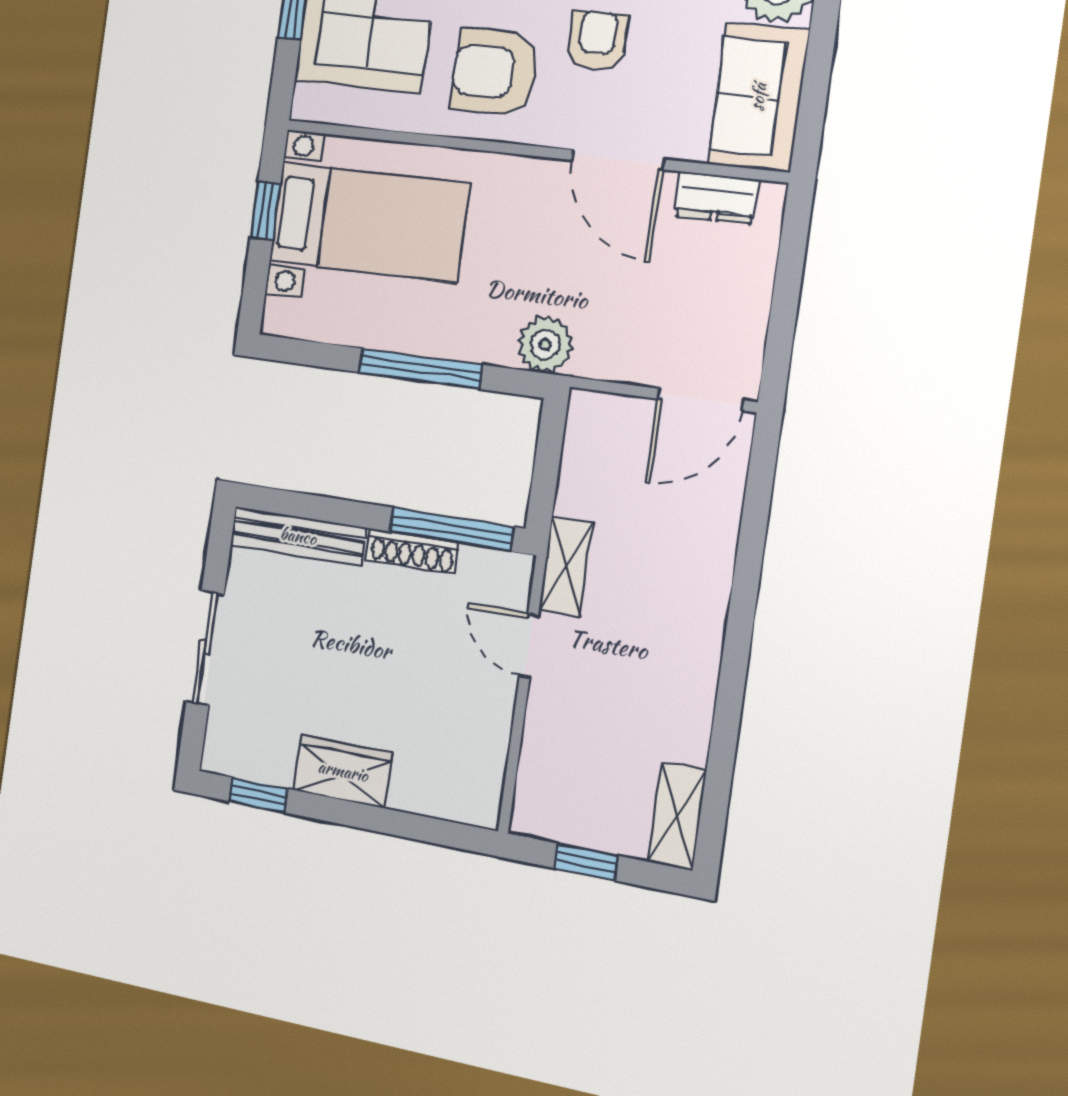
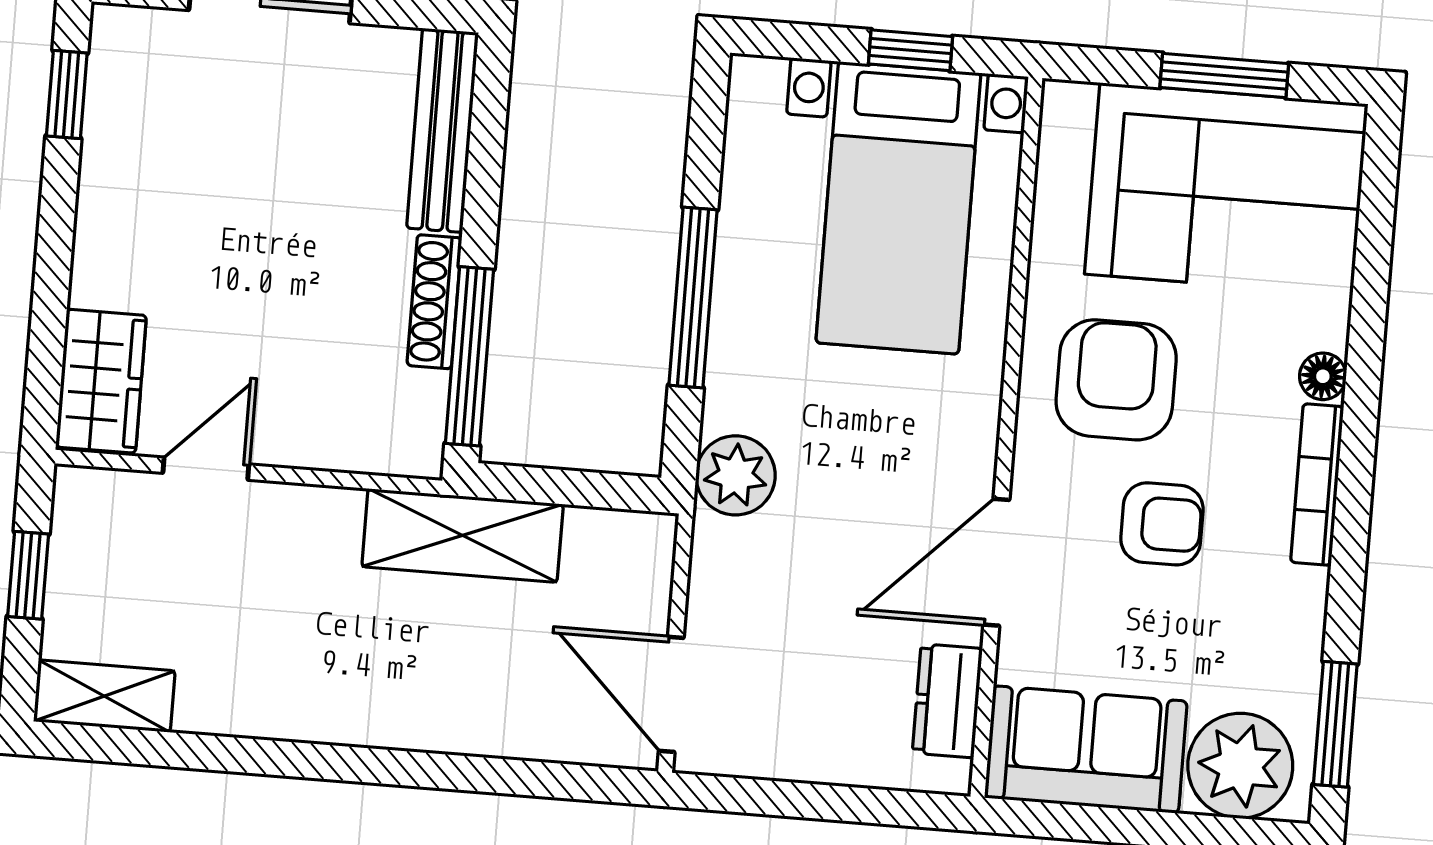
shelving: (566, 566) -> (463, 535), width x1.50, depth x1.33
door: (529, 646) -> (206, 469), moved
wardrobe: (343, 771) -> (101, 381), moved

